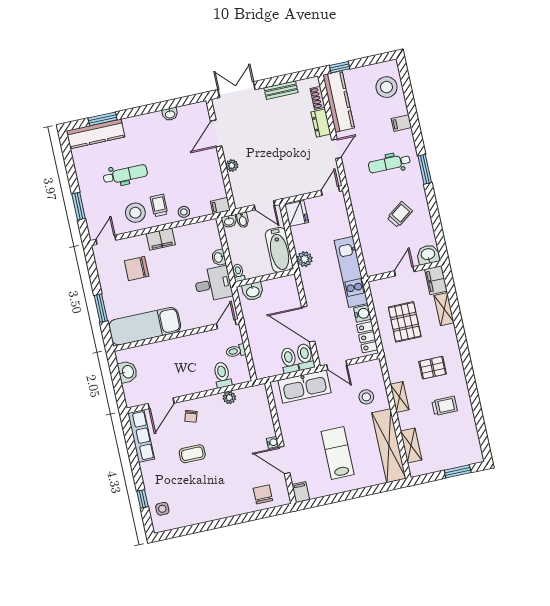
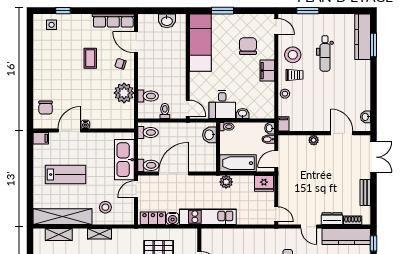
washbasin: (170, 114) -> (365, 117), moved
toilet: (289, 360) -> (148, 132), moved
plant: (229, 398) -> (124, 93), width x1.87, depth x1.87
chair: (263, 494) -> (46, 108), turned 90

